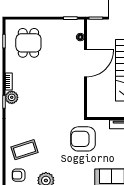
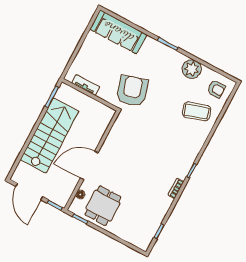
dining table: (28, 43) -> (103, 206), moved
plant: (12, 97) -> (181, 171), removed
armchair: (83, 139) -> (132, 91), turned -107

